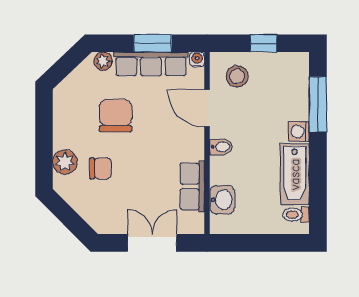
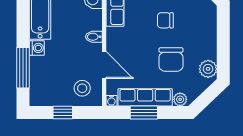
plant: (65, 162) -> (208, 69), moved
chair: (101, 168) -> (165, 20), moved

